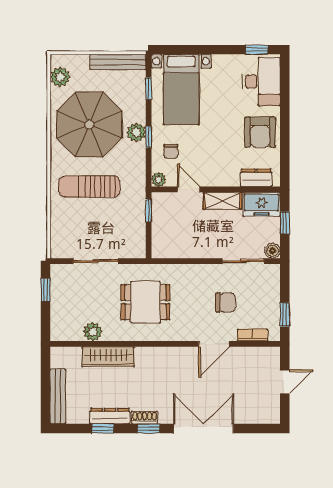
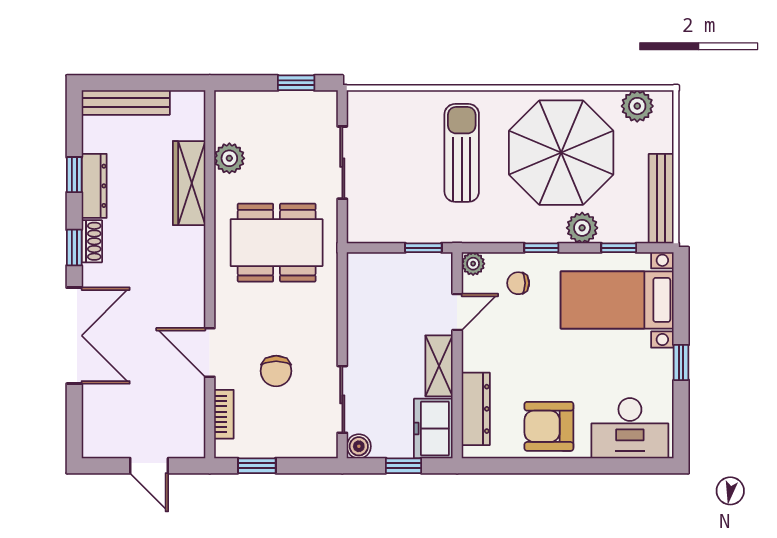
window: (257, 50) -> (681, 362), moved
plant: (136, 132) -> (582, 228), moved
dresser: (256, 178) -> (476, 409), width x1.44
dining table: (145, 302) -> (277, 243), width x1.38

